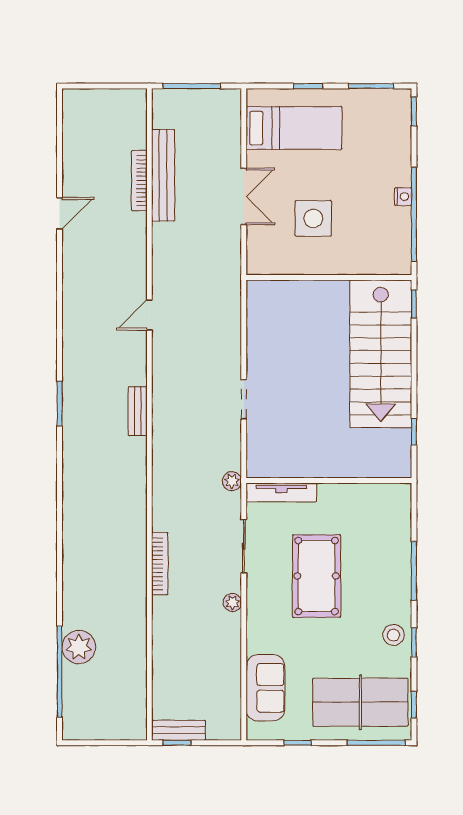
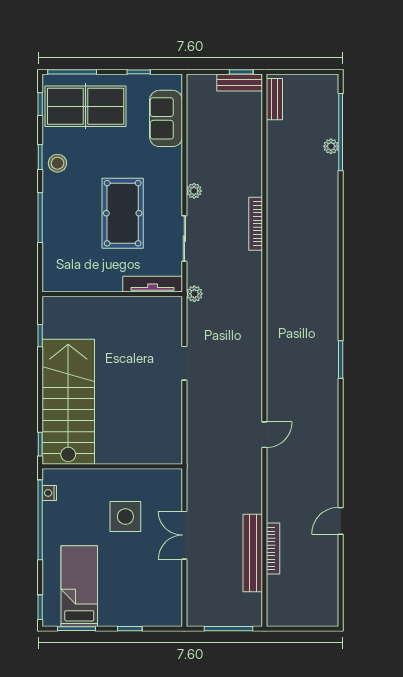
bed: (294, 128) -> (79, 586), moved, turned 90
nightstand: (403, 197) -> (49, 493), moved
bench: (138, 411) -> (274, 99), moved
plant: (79, 647) -> (331, 146), width x0.53, depth x0.53

